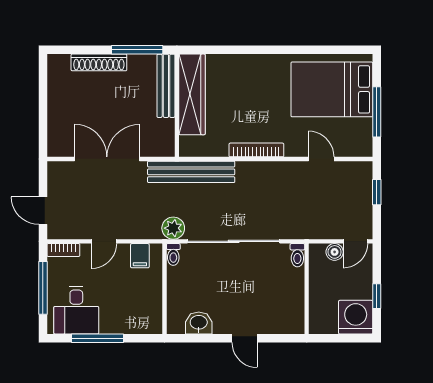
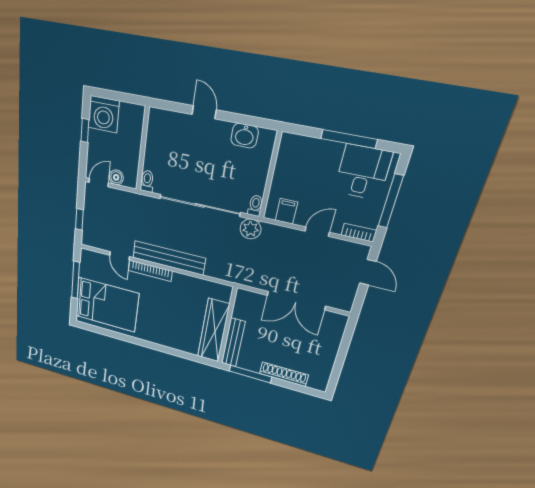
bookcase: (256, 150) -> (150, 271), moved
bench: (191, 172) -> (169, 258), moved

